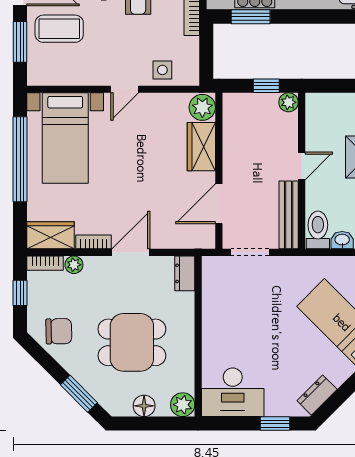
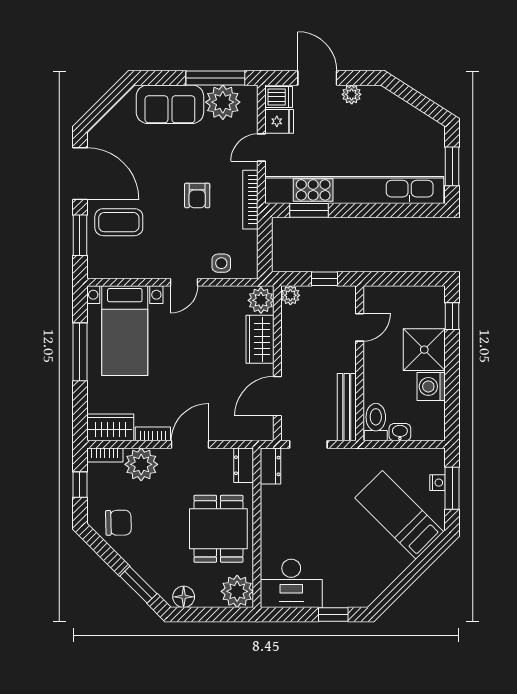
plant: (289, 102) -> (290, 295), moved
window: (20, 159) -> (80, 352), width x0.68
door: (302, 166) -> (360, 327), moved
plant: (74, 265) -> (141, 464), width x1.87, depth x1.87
dining table: (132, 342) -> (218, 529), moved, turned 90
dresser: (317, 395) -> (271, 466), moved, turned 135
plant: (183, 405) -> (237, 591), width x1.36, depth x1.36
floor lamp: (144, 406) -> (184, 597), moved

